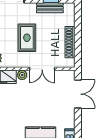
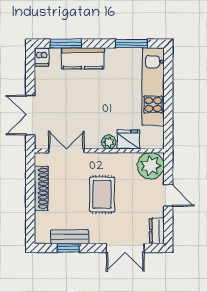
double door: (42, 69) -> (66, 151), moved

